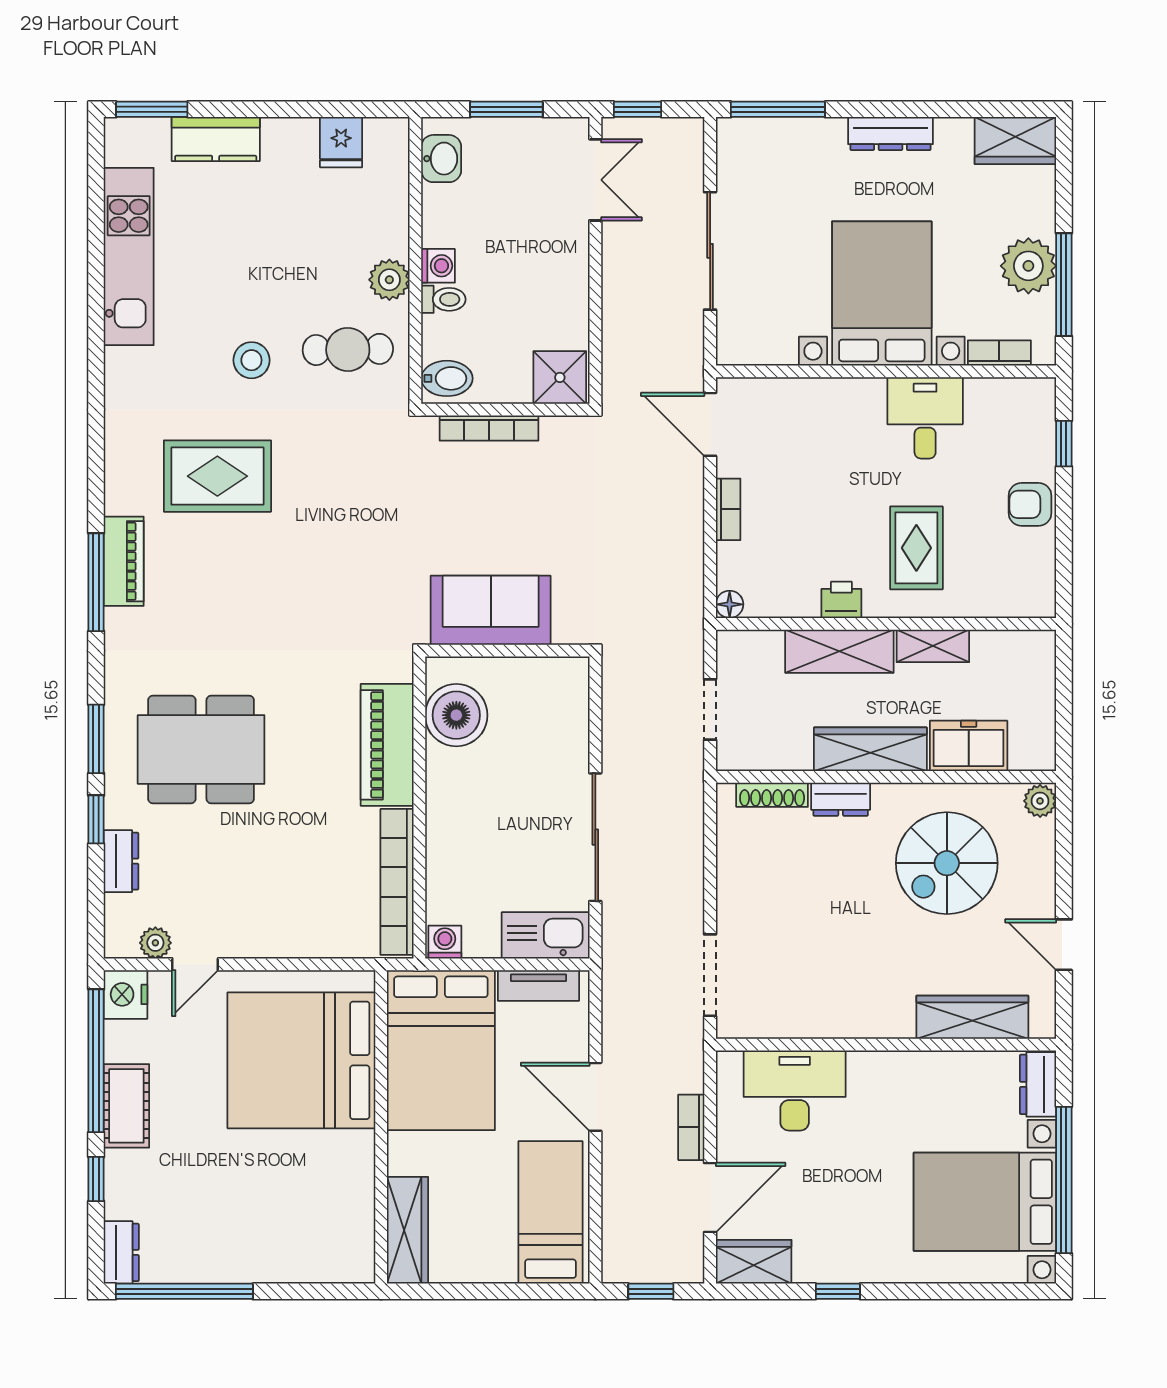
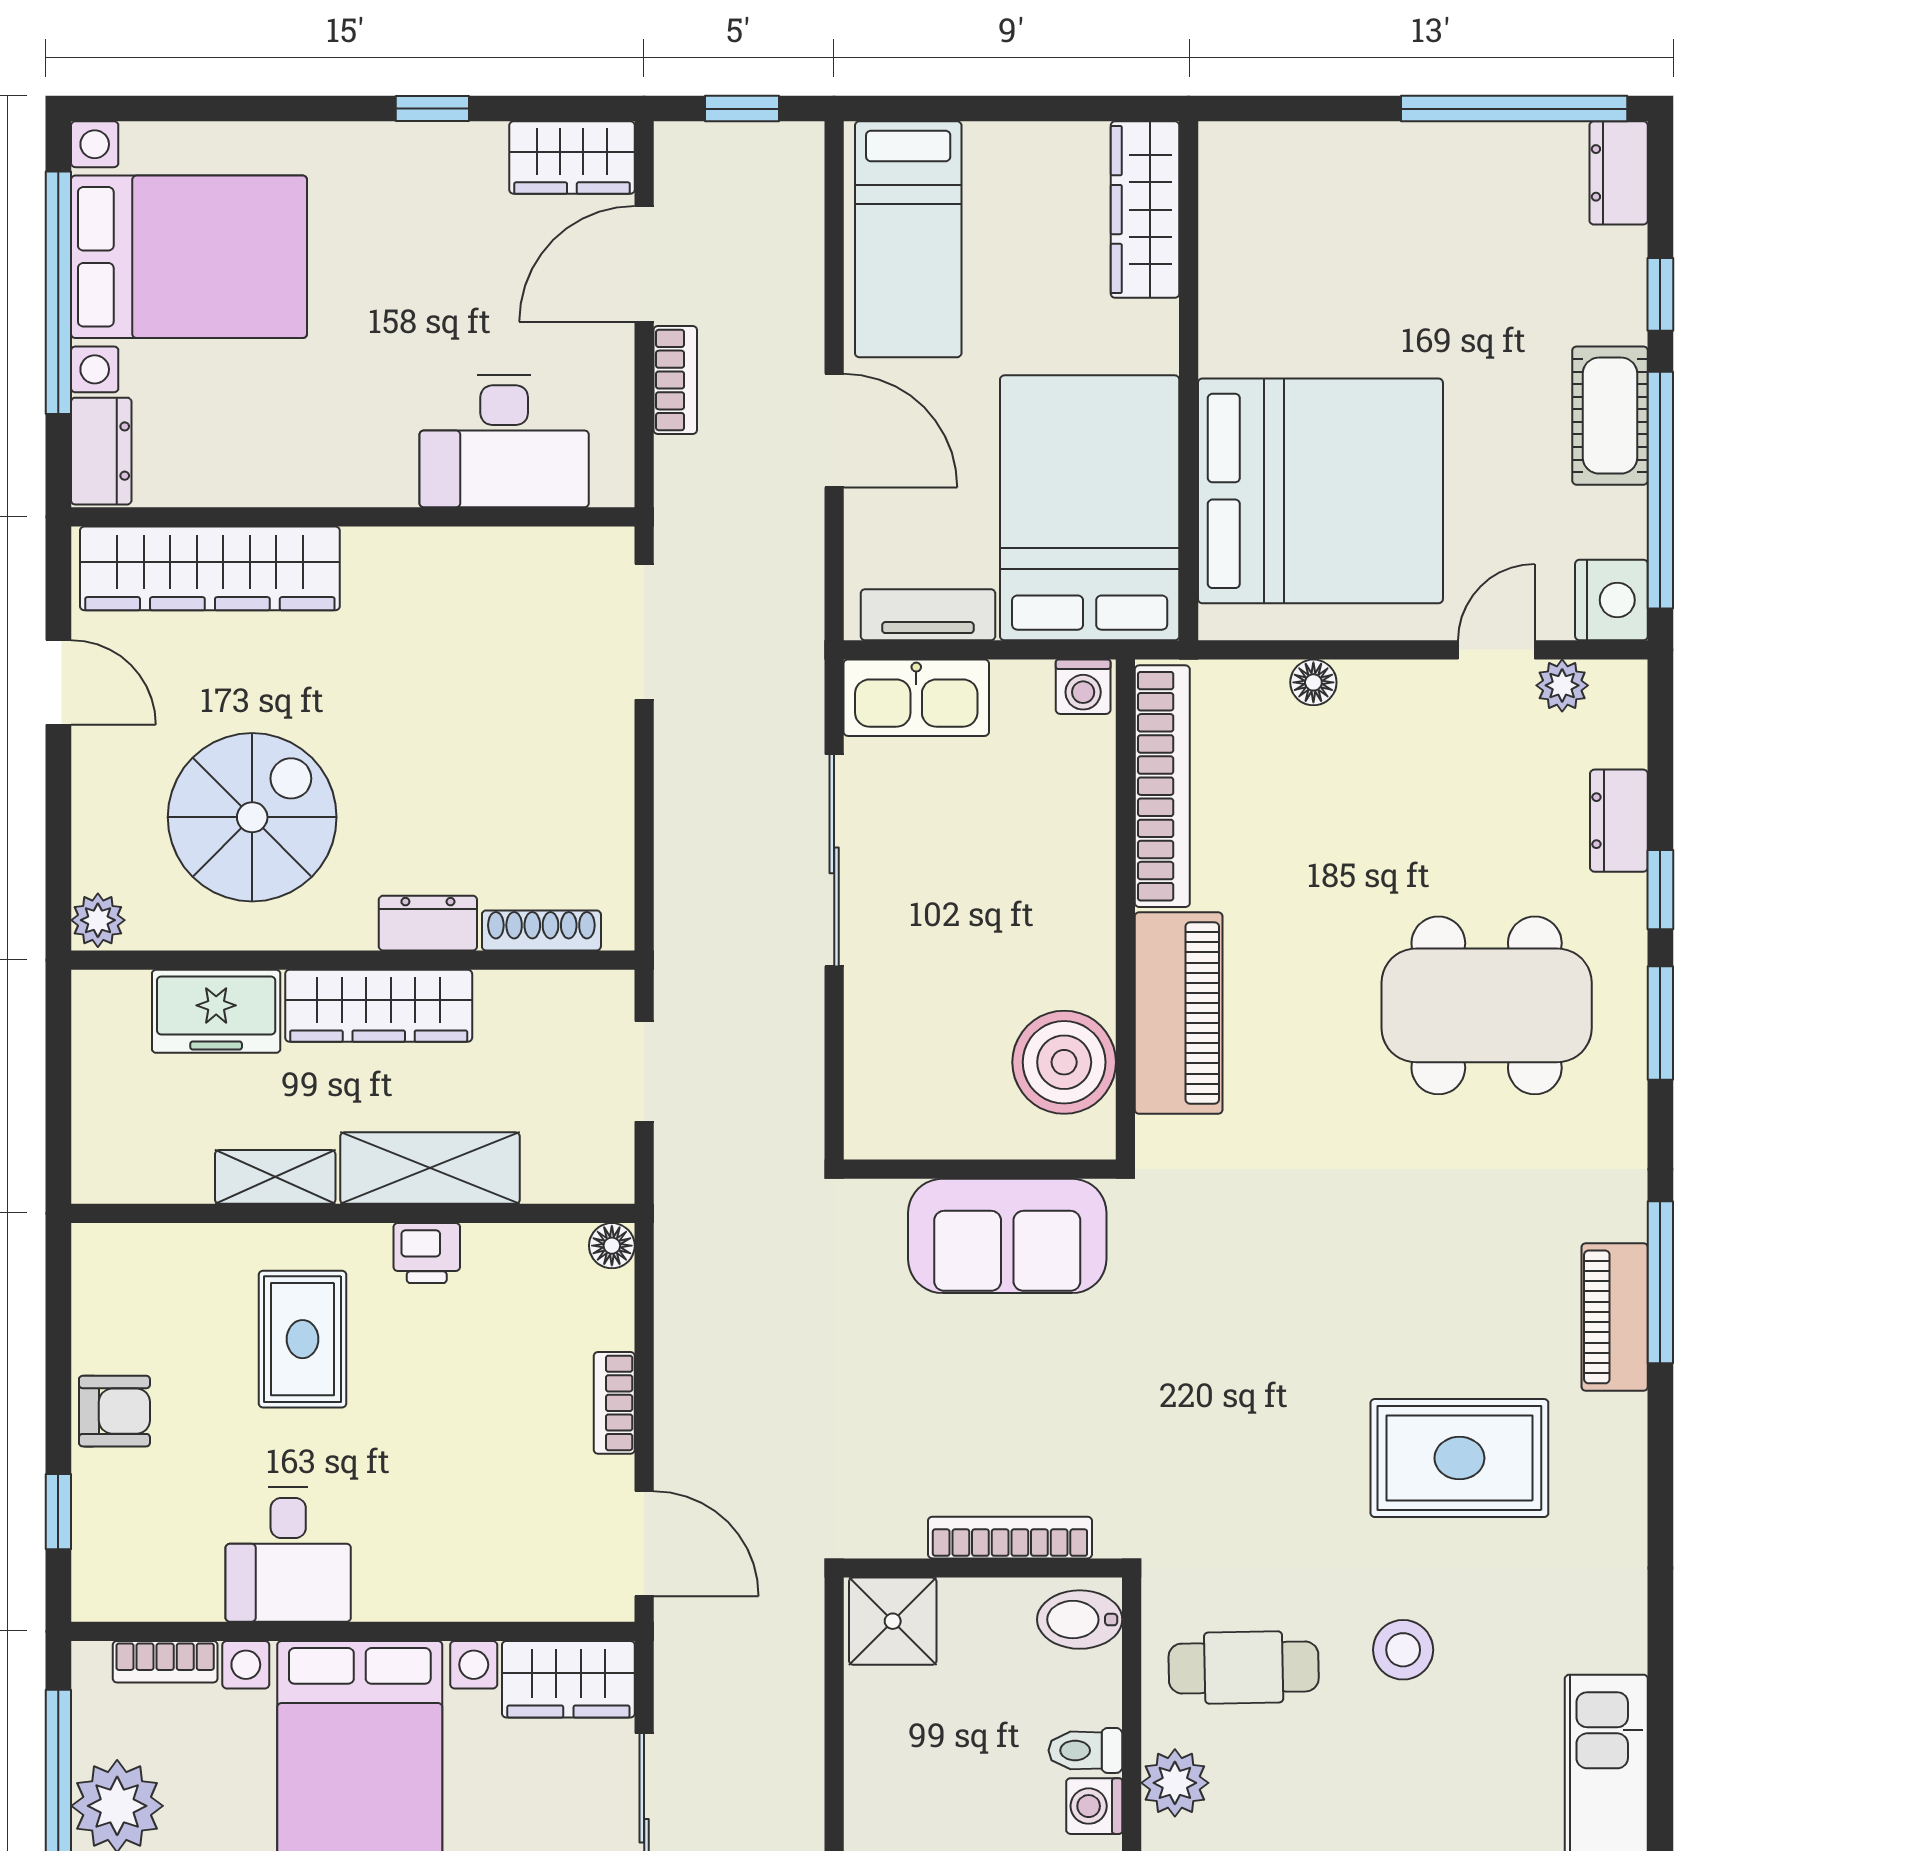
wardrobe: (756, 342) -> (568, 1679), added
floor lamp: (306, 945) -> (1313, 682), added
wardrobe: (972, 1017) -> (210, 568), width x1.40, depth x1.17

